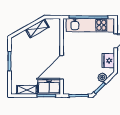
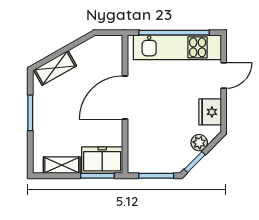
shelving: (37, 28) -> (55, 68), moved
door: (62, 67) -> (125, 98), moved

